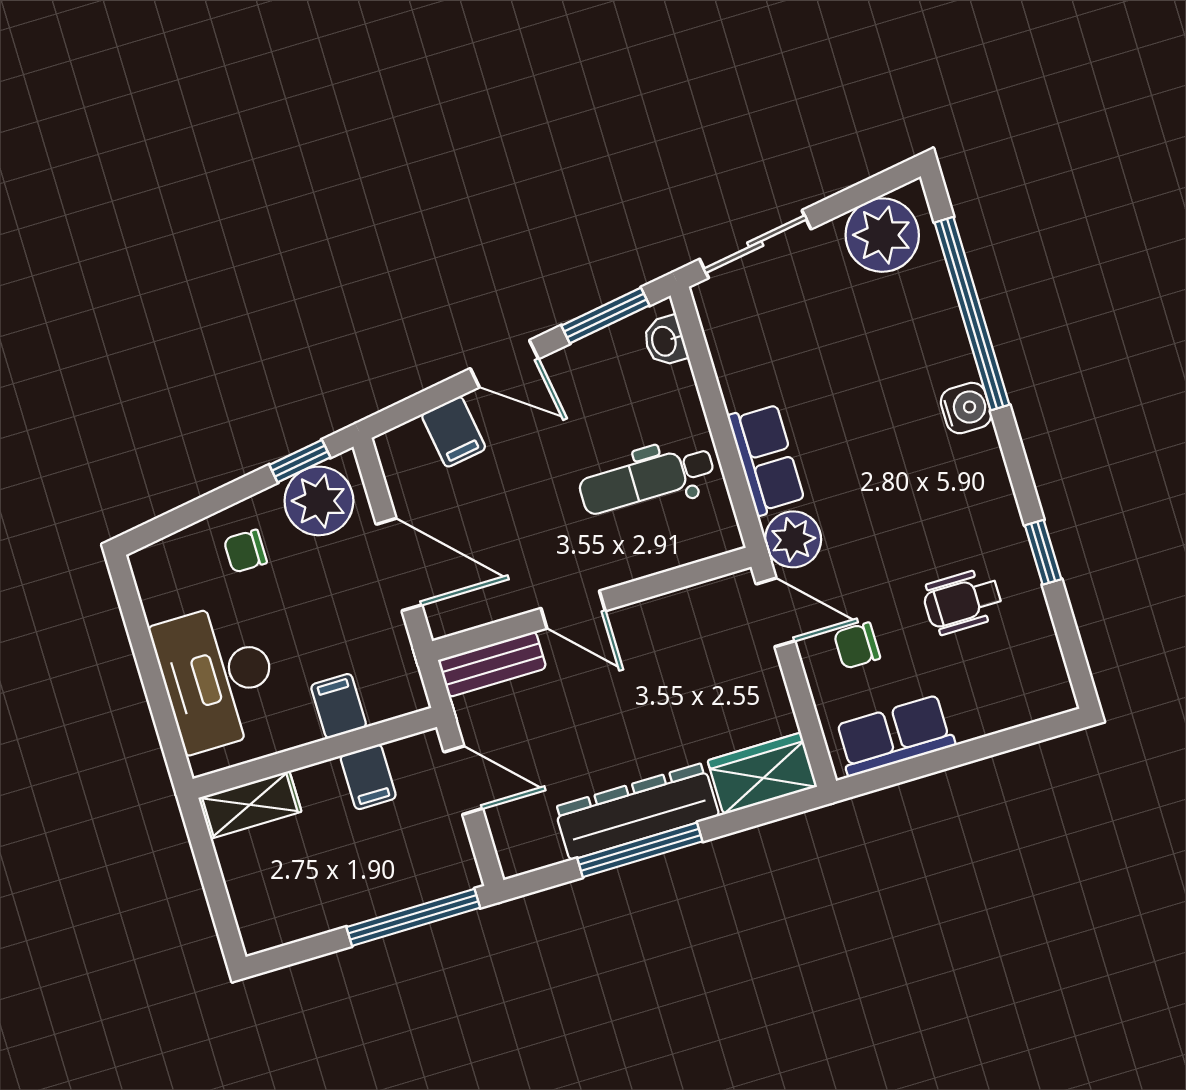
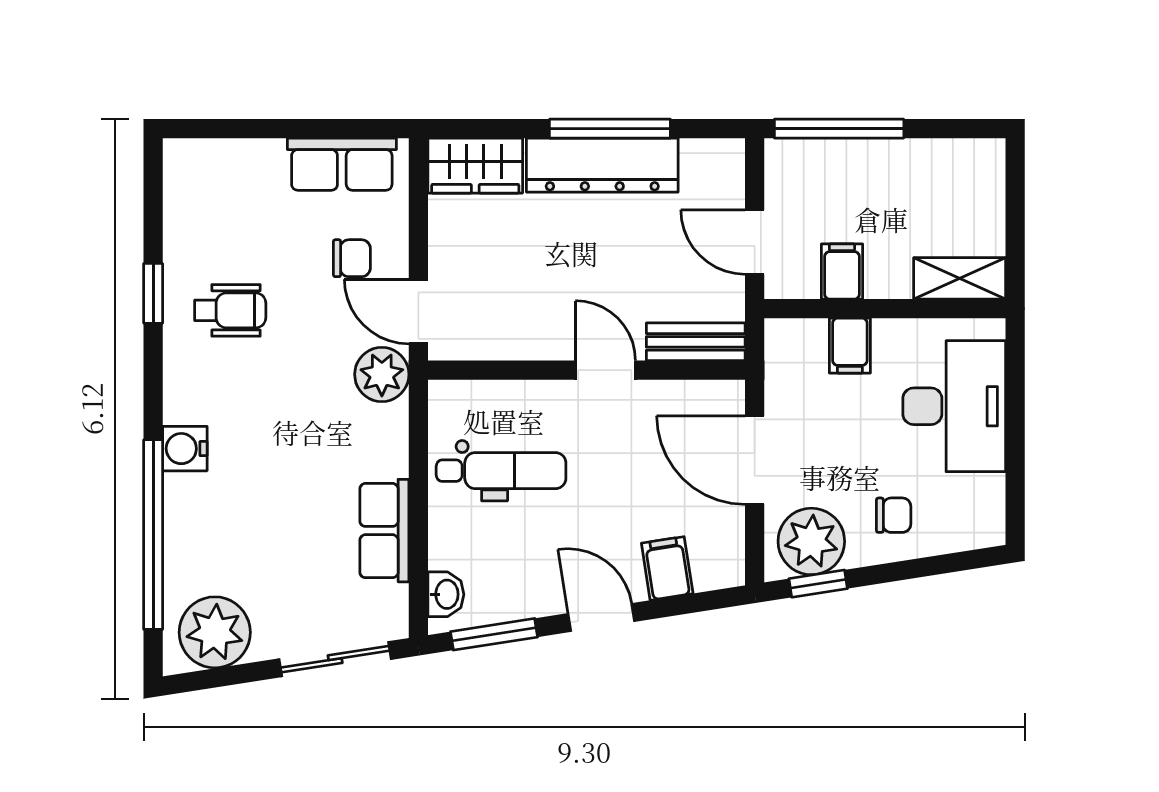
row of seats: (766, 459) -> (384, 531), moved
wheelchair: (963, 601) -> (230, 310), moved

